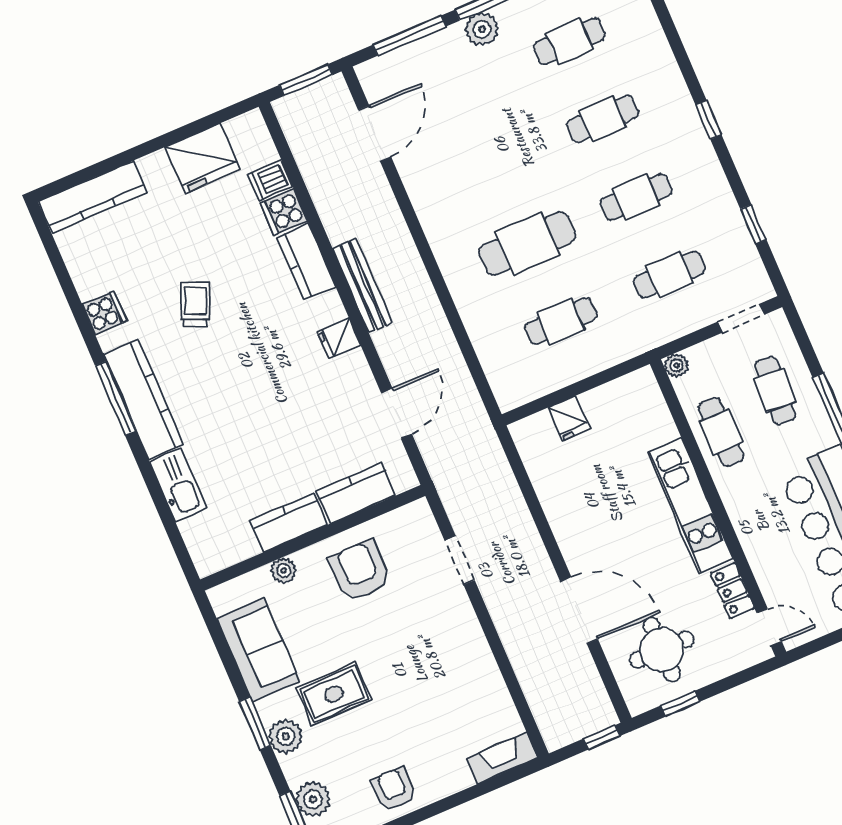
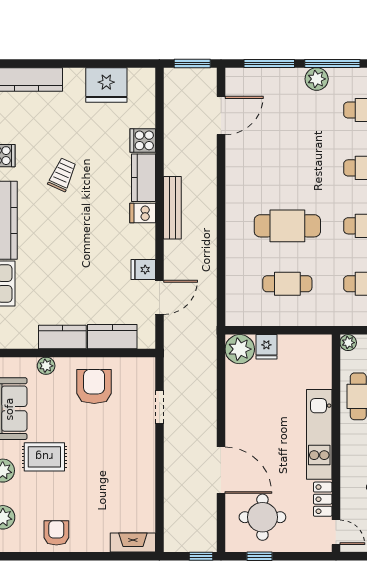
dishwasher: (270, 181) -> (143, 213), moved
fridge: (339, 338) -> (143, 270), moved
plant: (534, 437) -> (240, 349), added

